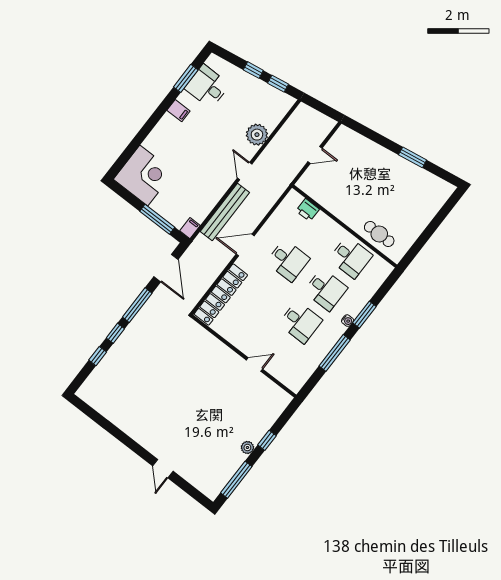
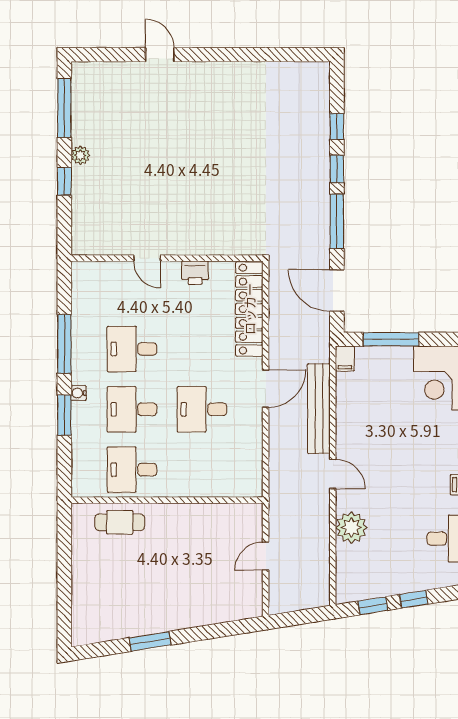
printer: (308, 210) -> (195, 273), moved, turned 180
door: (255, 365) -> (147, 258), hinge flipped

